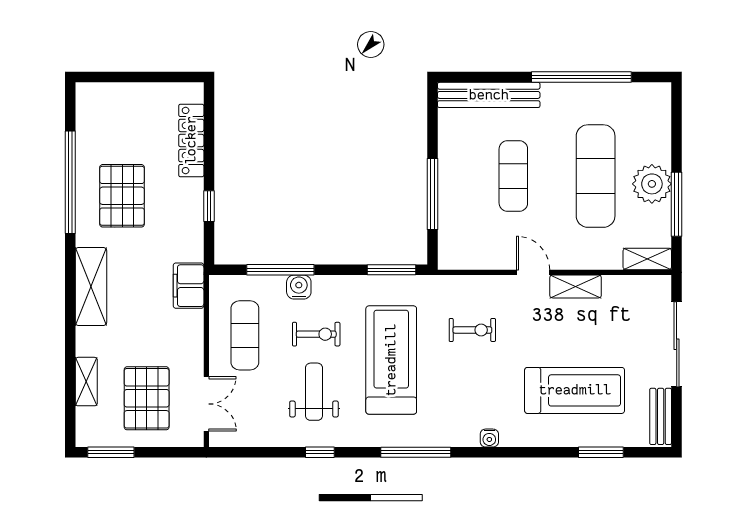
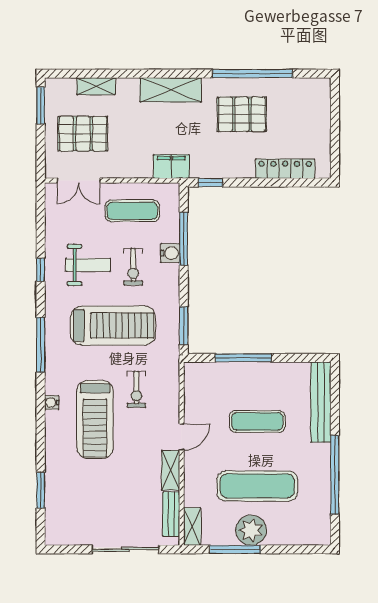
window: (209, 206) -> (210, 183), moved
treadmill: (575, 390) -> (95, 419), moved
bench: (661, 416) -> (171, 514), moved, turned 90

